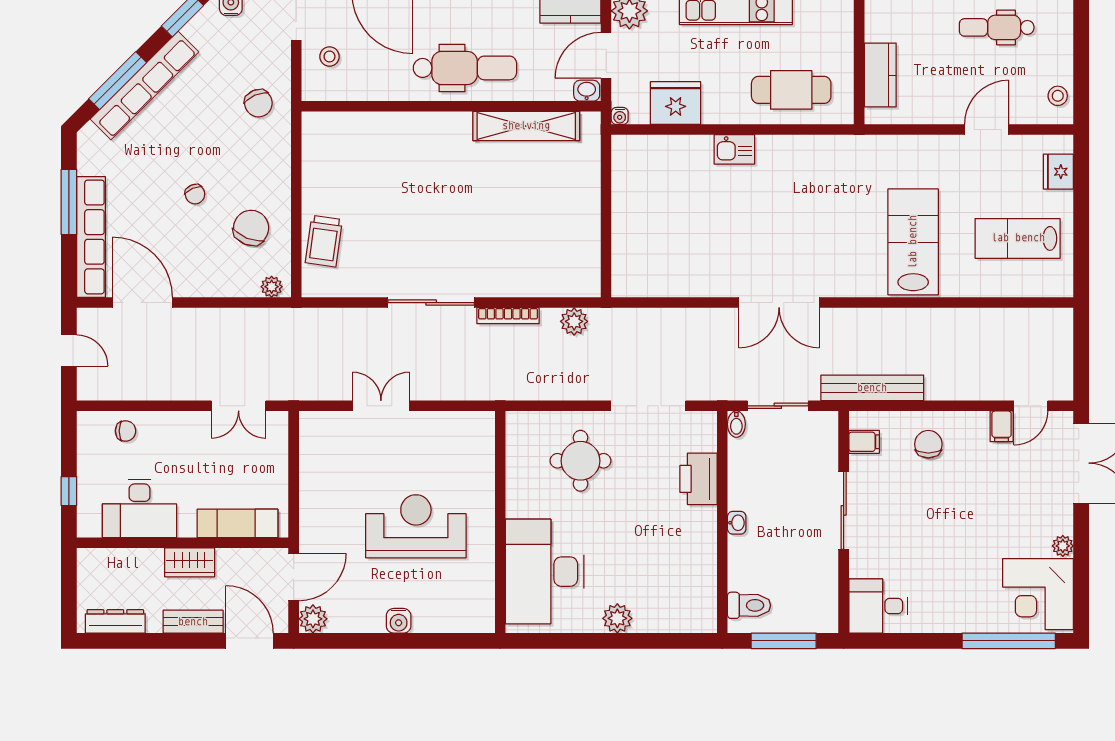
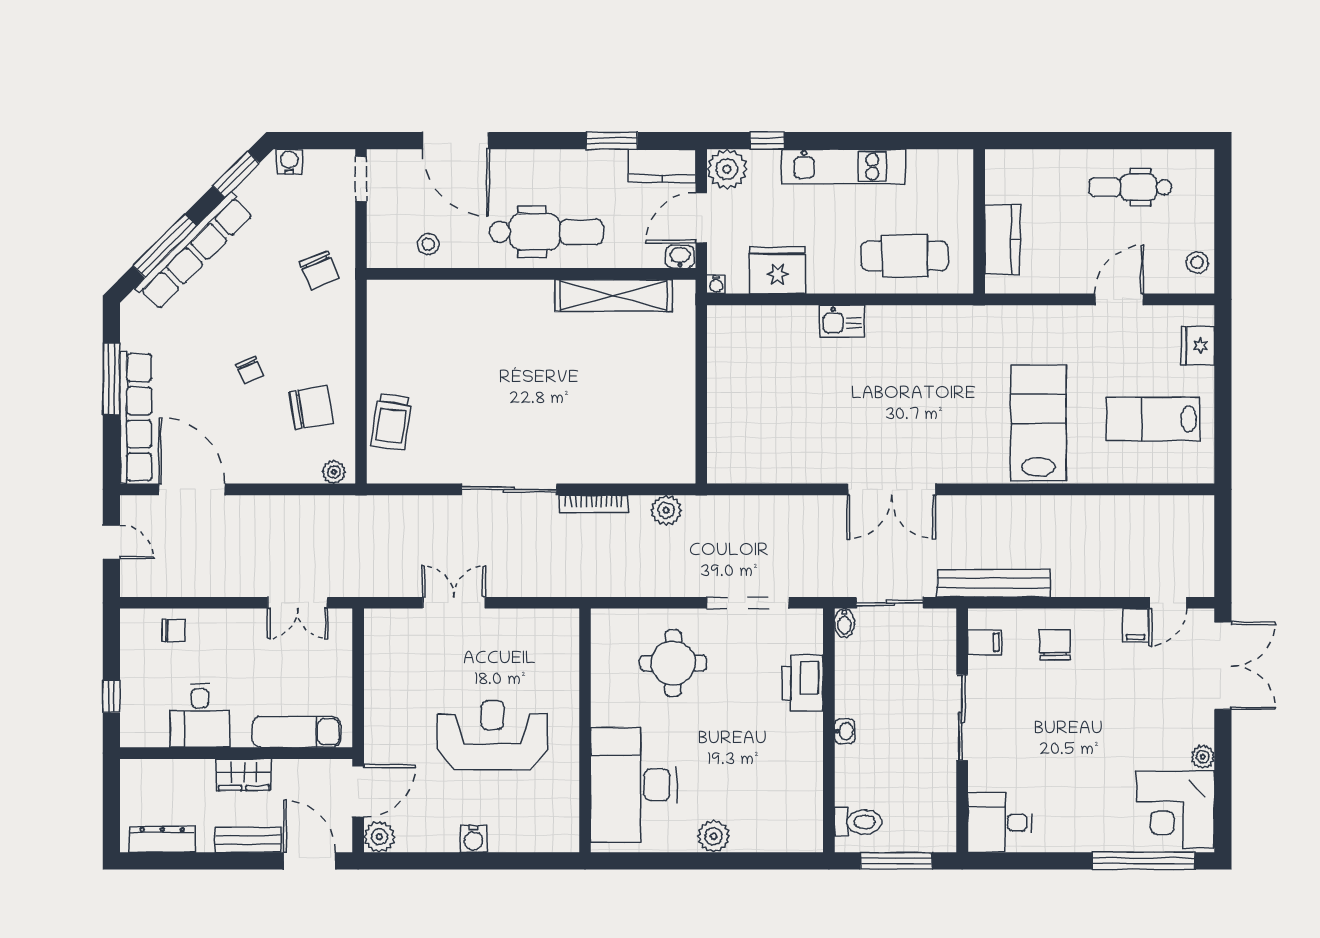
stool: (329, 57) -> (428, 244), moved
chair: (251, 228) -> (311, 407), turned 59
desk: (140, 508) -> (200, 715), width x0.73

